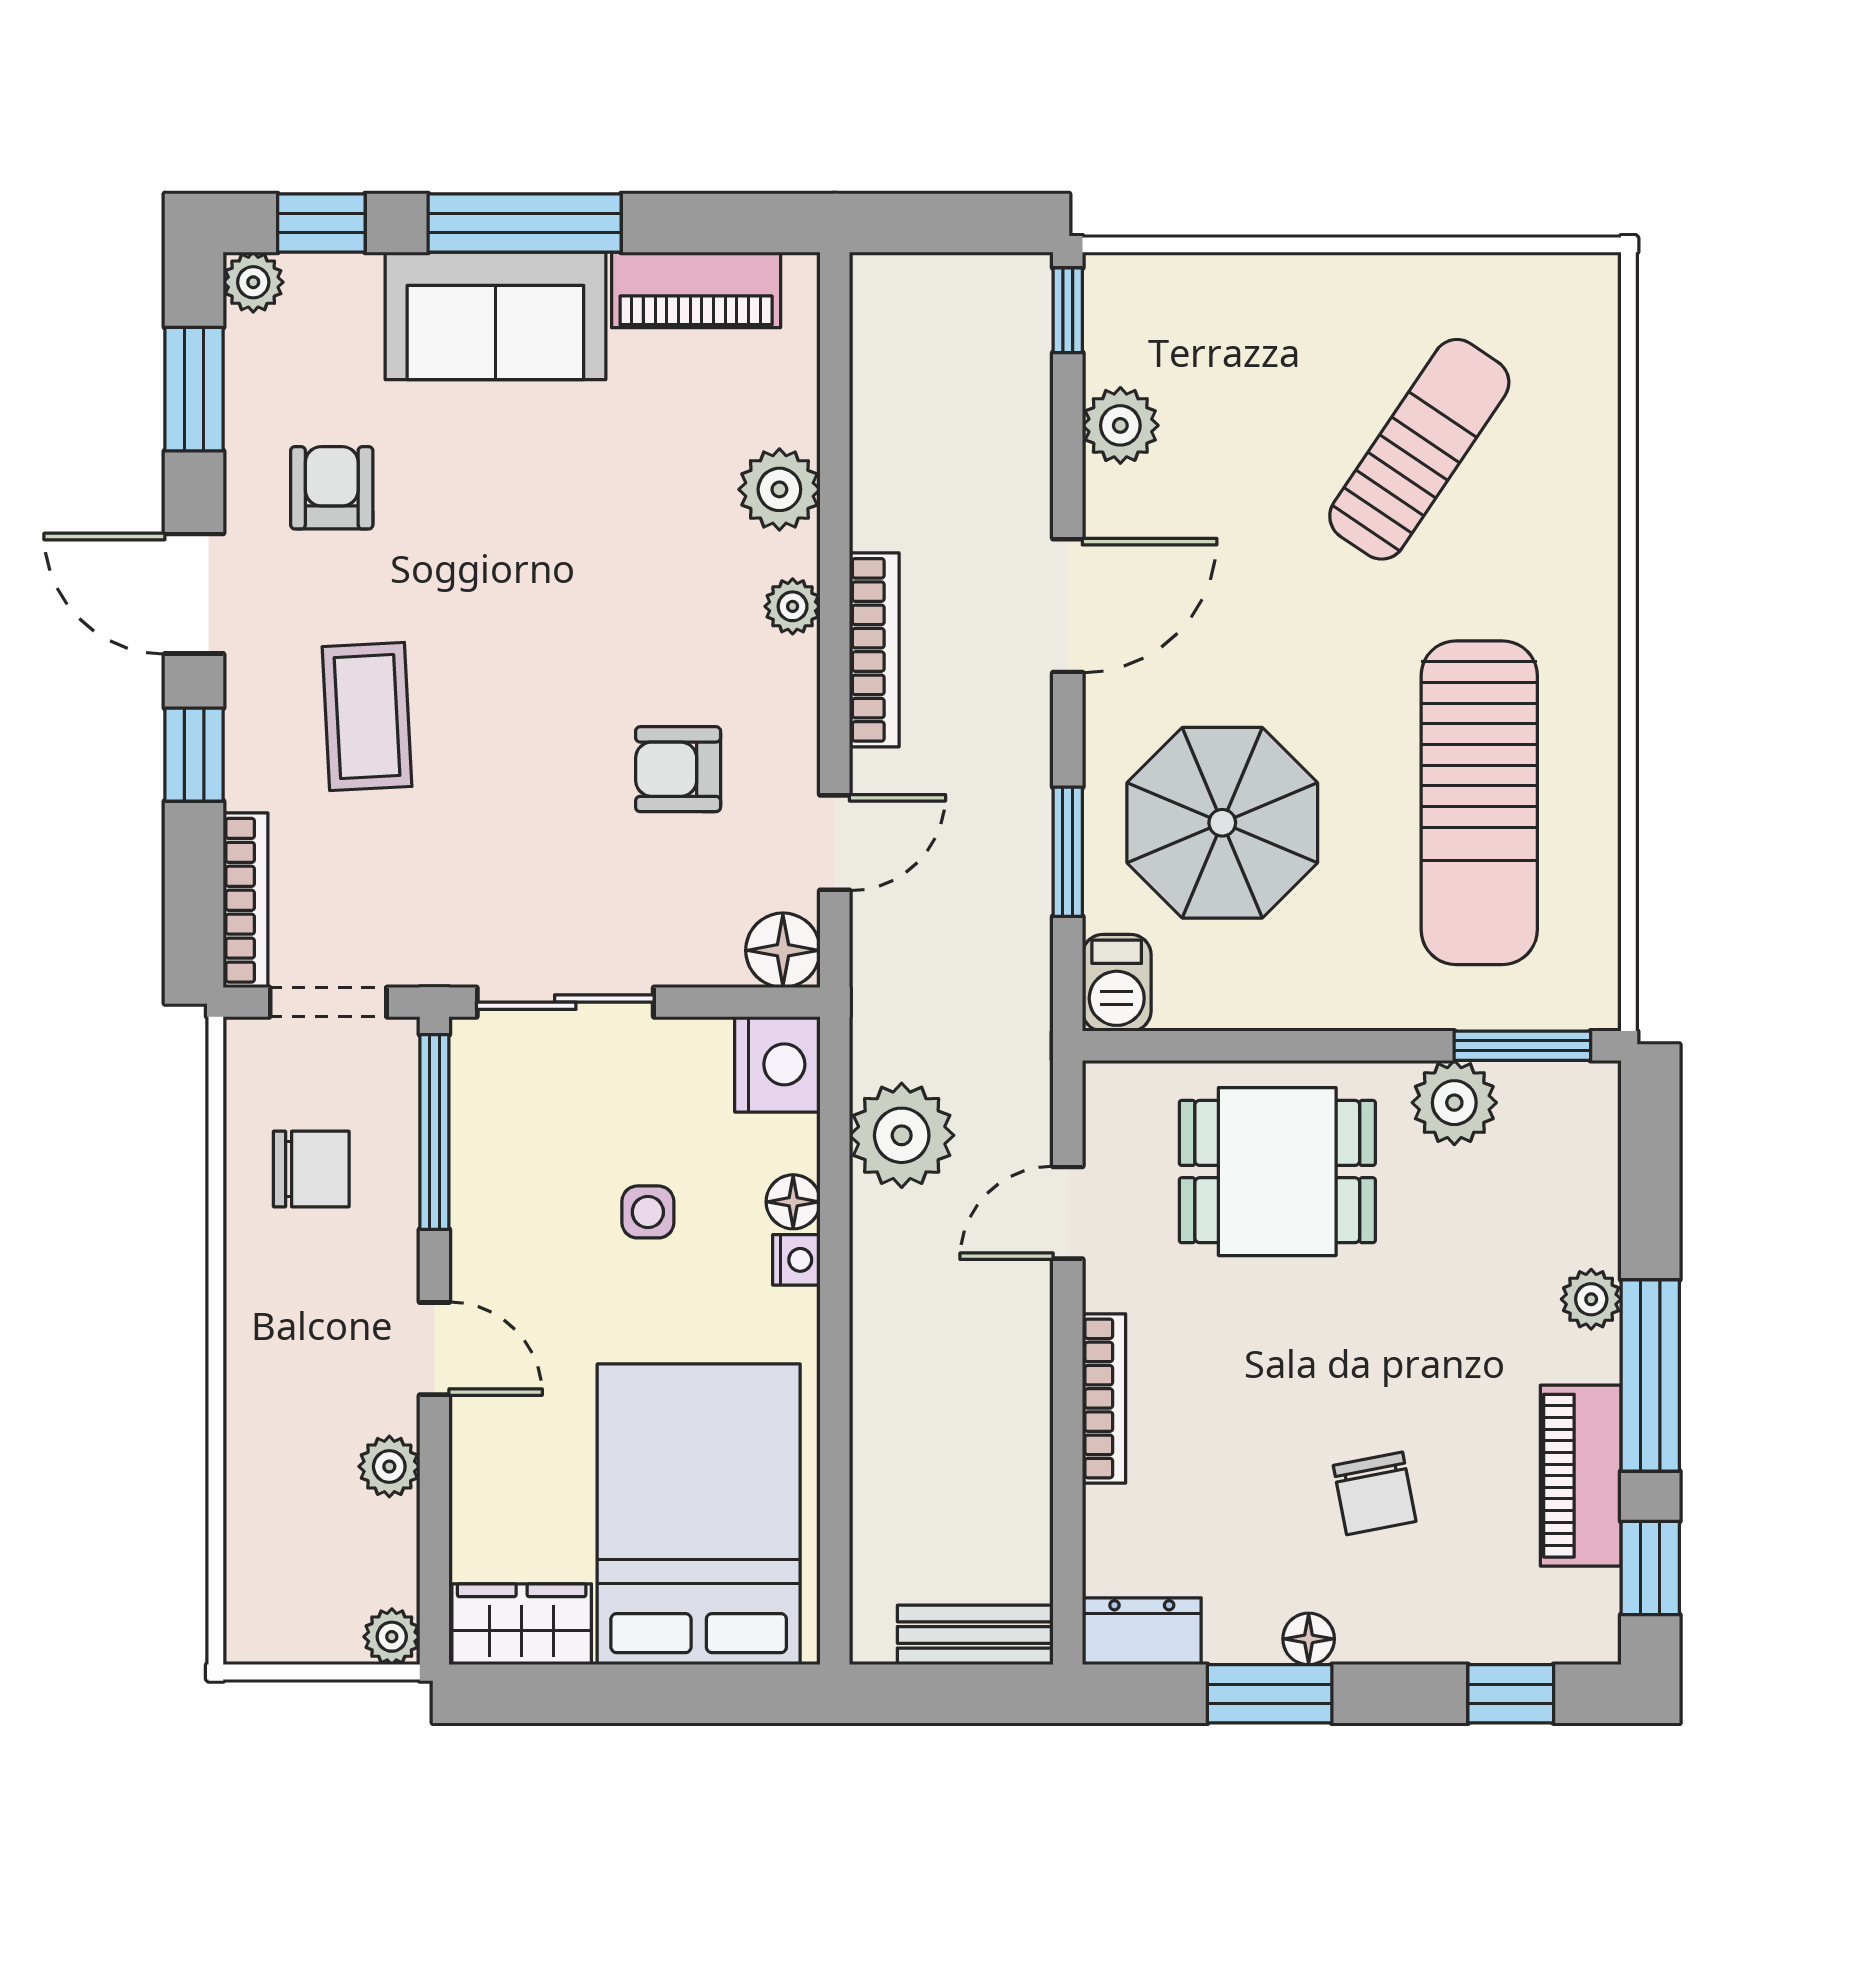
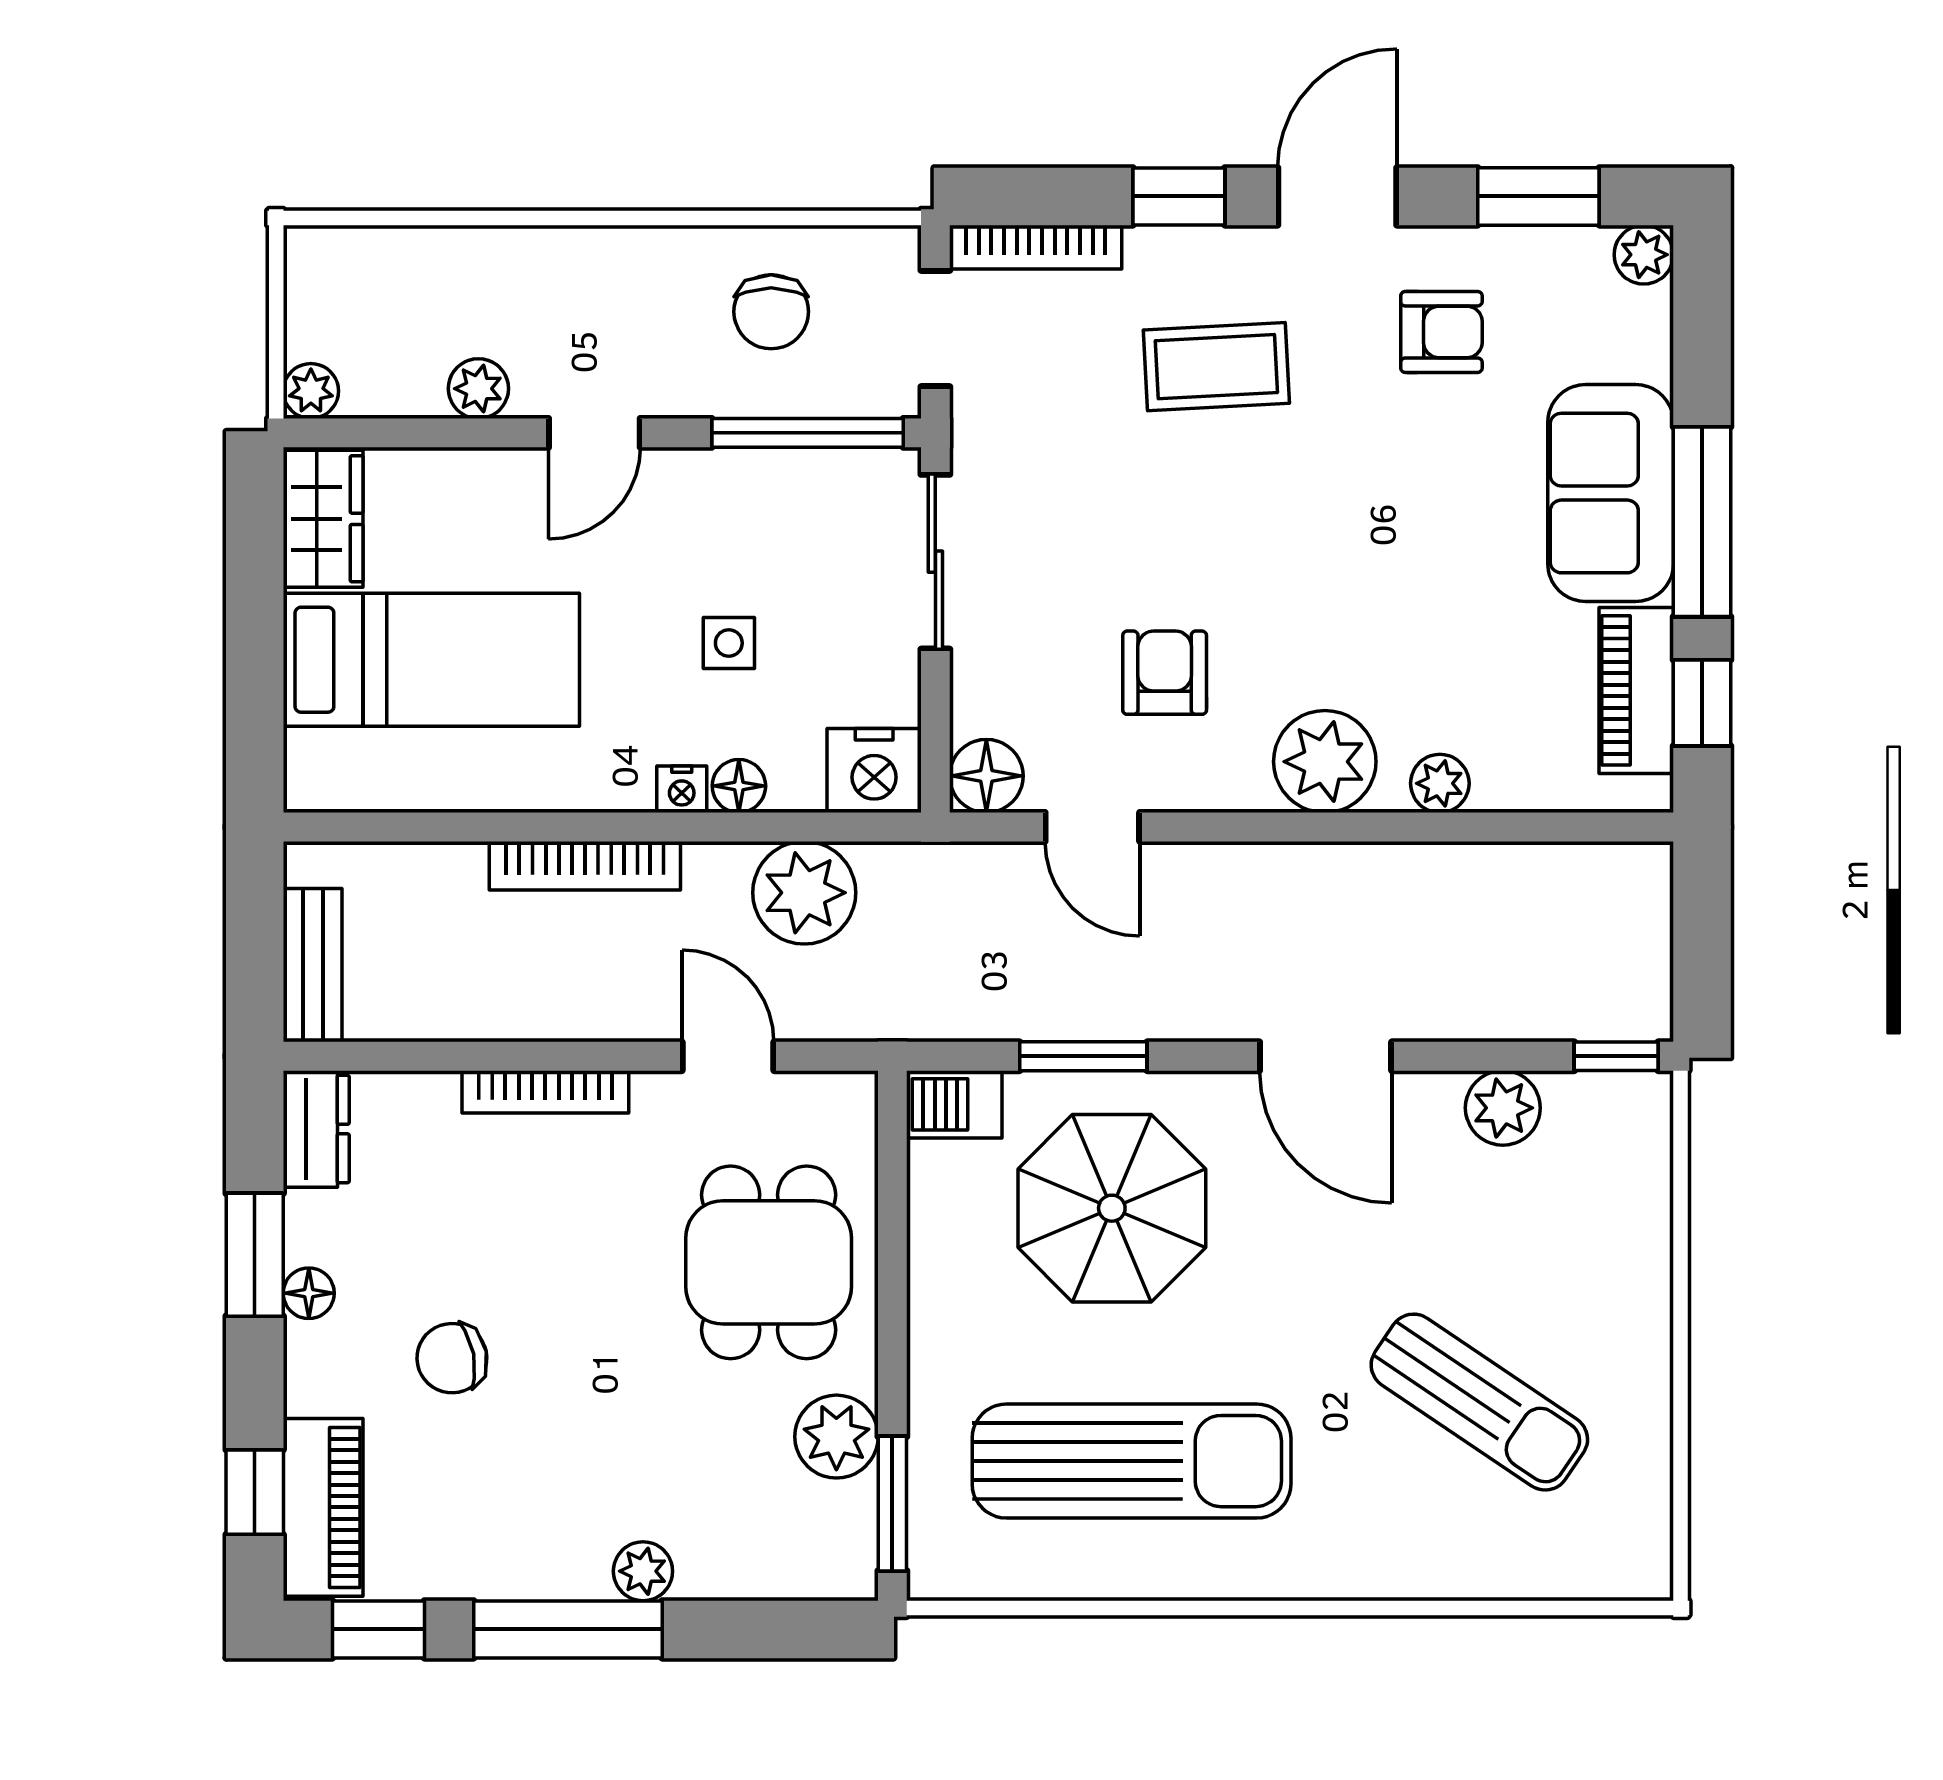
window: (321, 223) -> (1702, 703), moved
plant: (779, 489) -> (1440, 783), width x0.73, depth x0.73
plant: (793, 606) -> (1325, 762), width x1.88, depth x1.88
bookcase: (874, 650) -> (585, 866), moved
sun lounger: (1479, 803) -> (1132, 1461), turned 180
piano: (1581, 1476) -> (323, 1507), moved, turned 90
bed: (699, 1514) -> (431, 660), width x0.67

